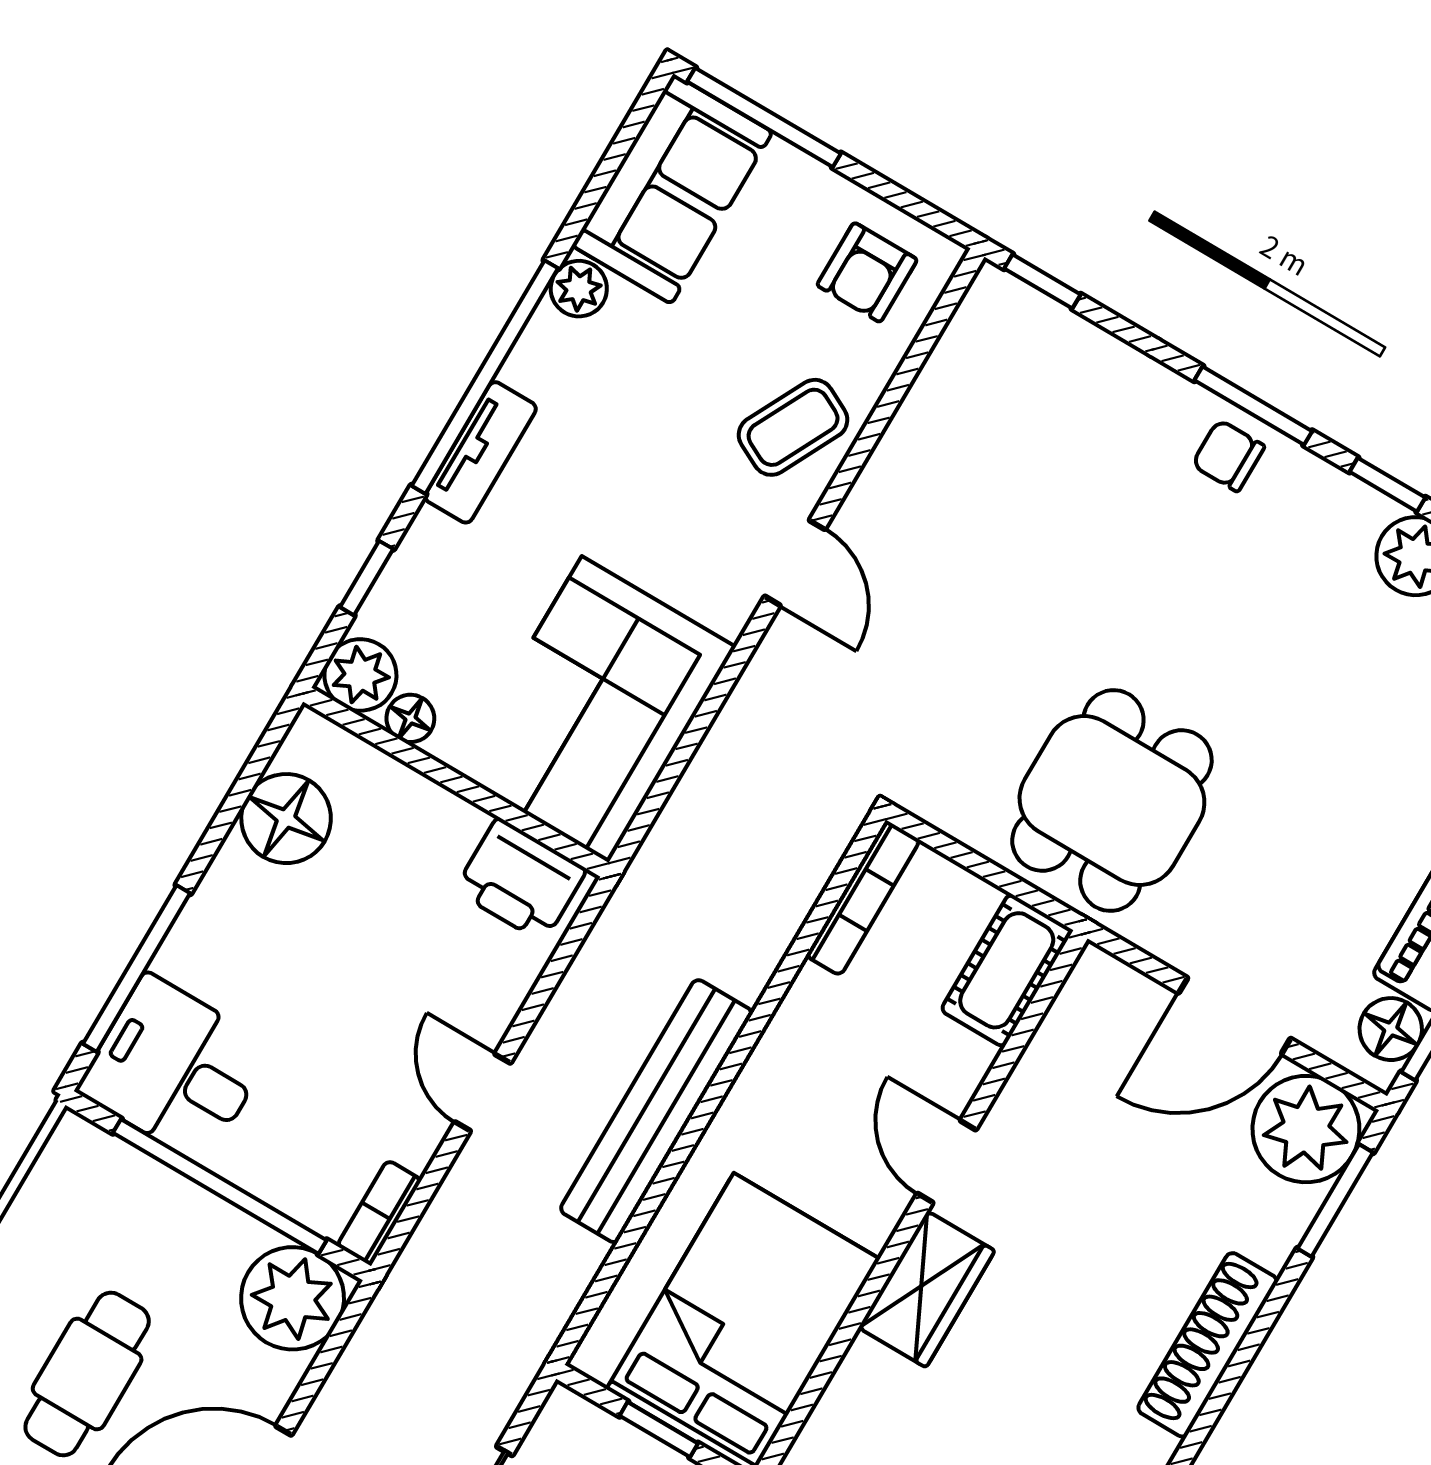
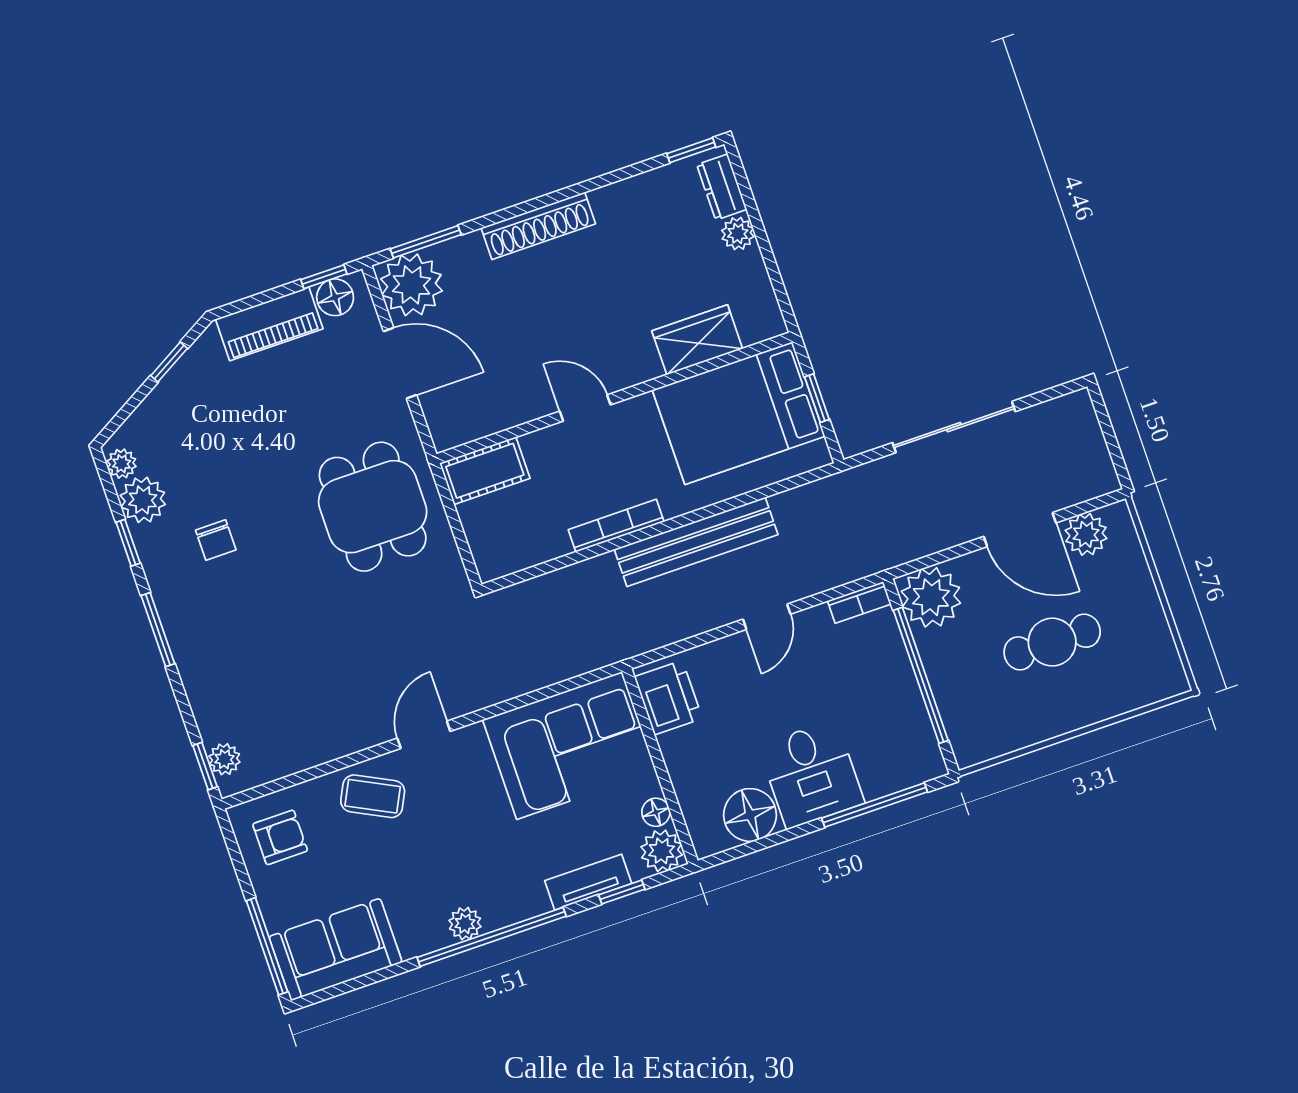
plant: (579, 289) -> (465, 924), moved
plant: (1025, 312) -> (224, 759), added
tv unit: (481, 452) -> (588, 882), moved
chair: (1228, 456) -> (216, 540), moved
dining table: (1112, 800) -> (373, 507), turned 90
bookcase: (863, 898) -> (616, 526), moved
desk: (175, 1069) -> (811, 774), moved
door: (947, 1162) -> (585, 408), swing flipped
wardrobe: (927, 1289) -> (697, 340), moved

